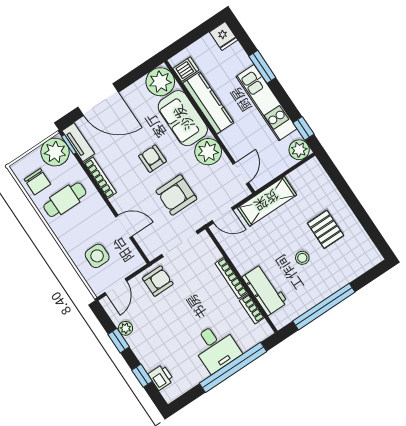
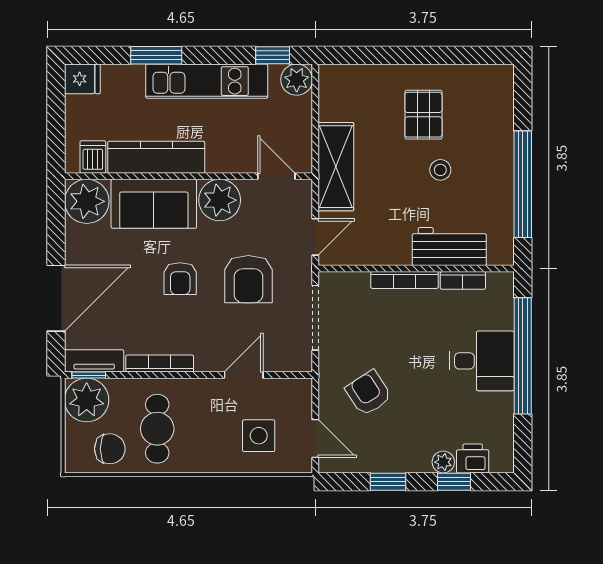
armchair: (152, 159) -> (180, 279), turned -90
pallet: (326, 229) -> (423, 115), turned 90
armchair: (158, 281) -> (368, 393), moved, turned -33
plant: (125, 328) -> (443, 462), moved

